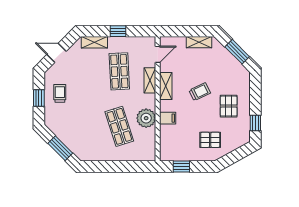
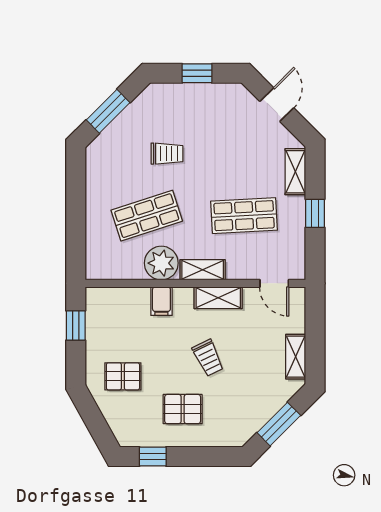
shelving: (150, 80) -> (203, 270), moved
trolley: (60, 93) -> (167, 154), moved
pallet: (210, 140) -> (123, 376), turned 90

